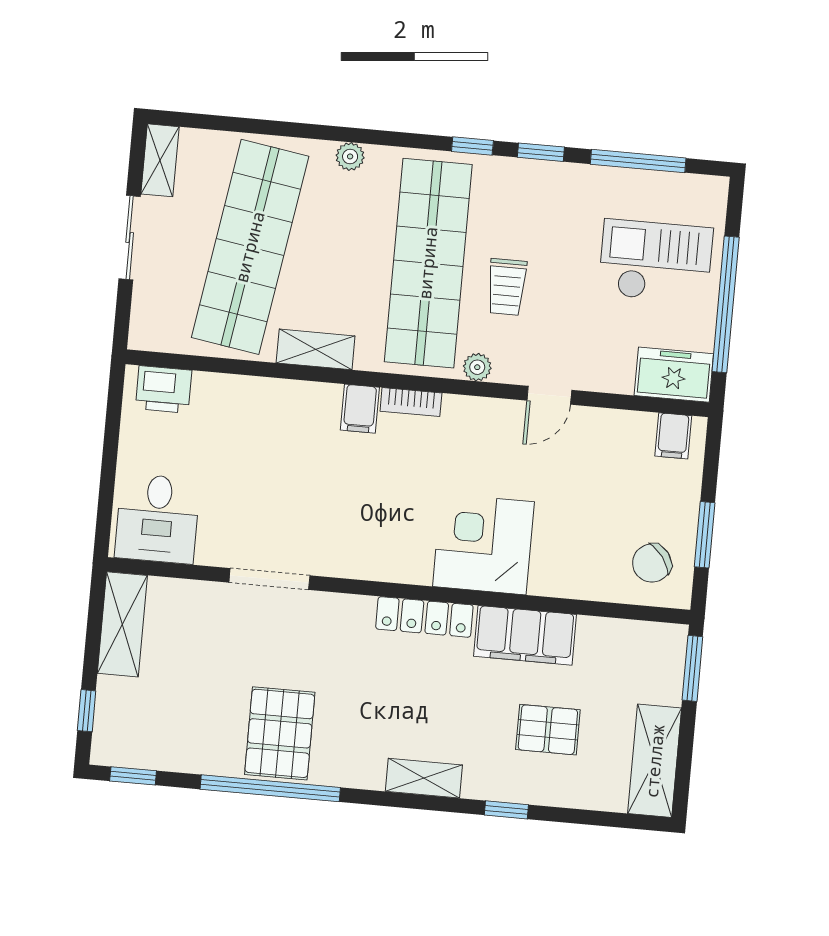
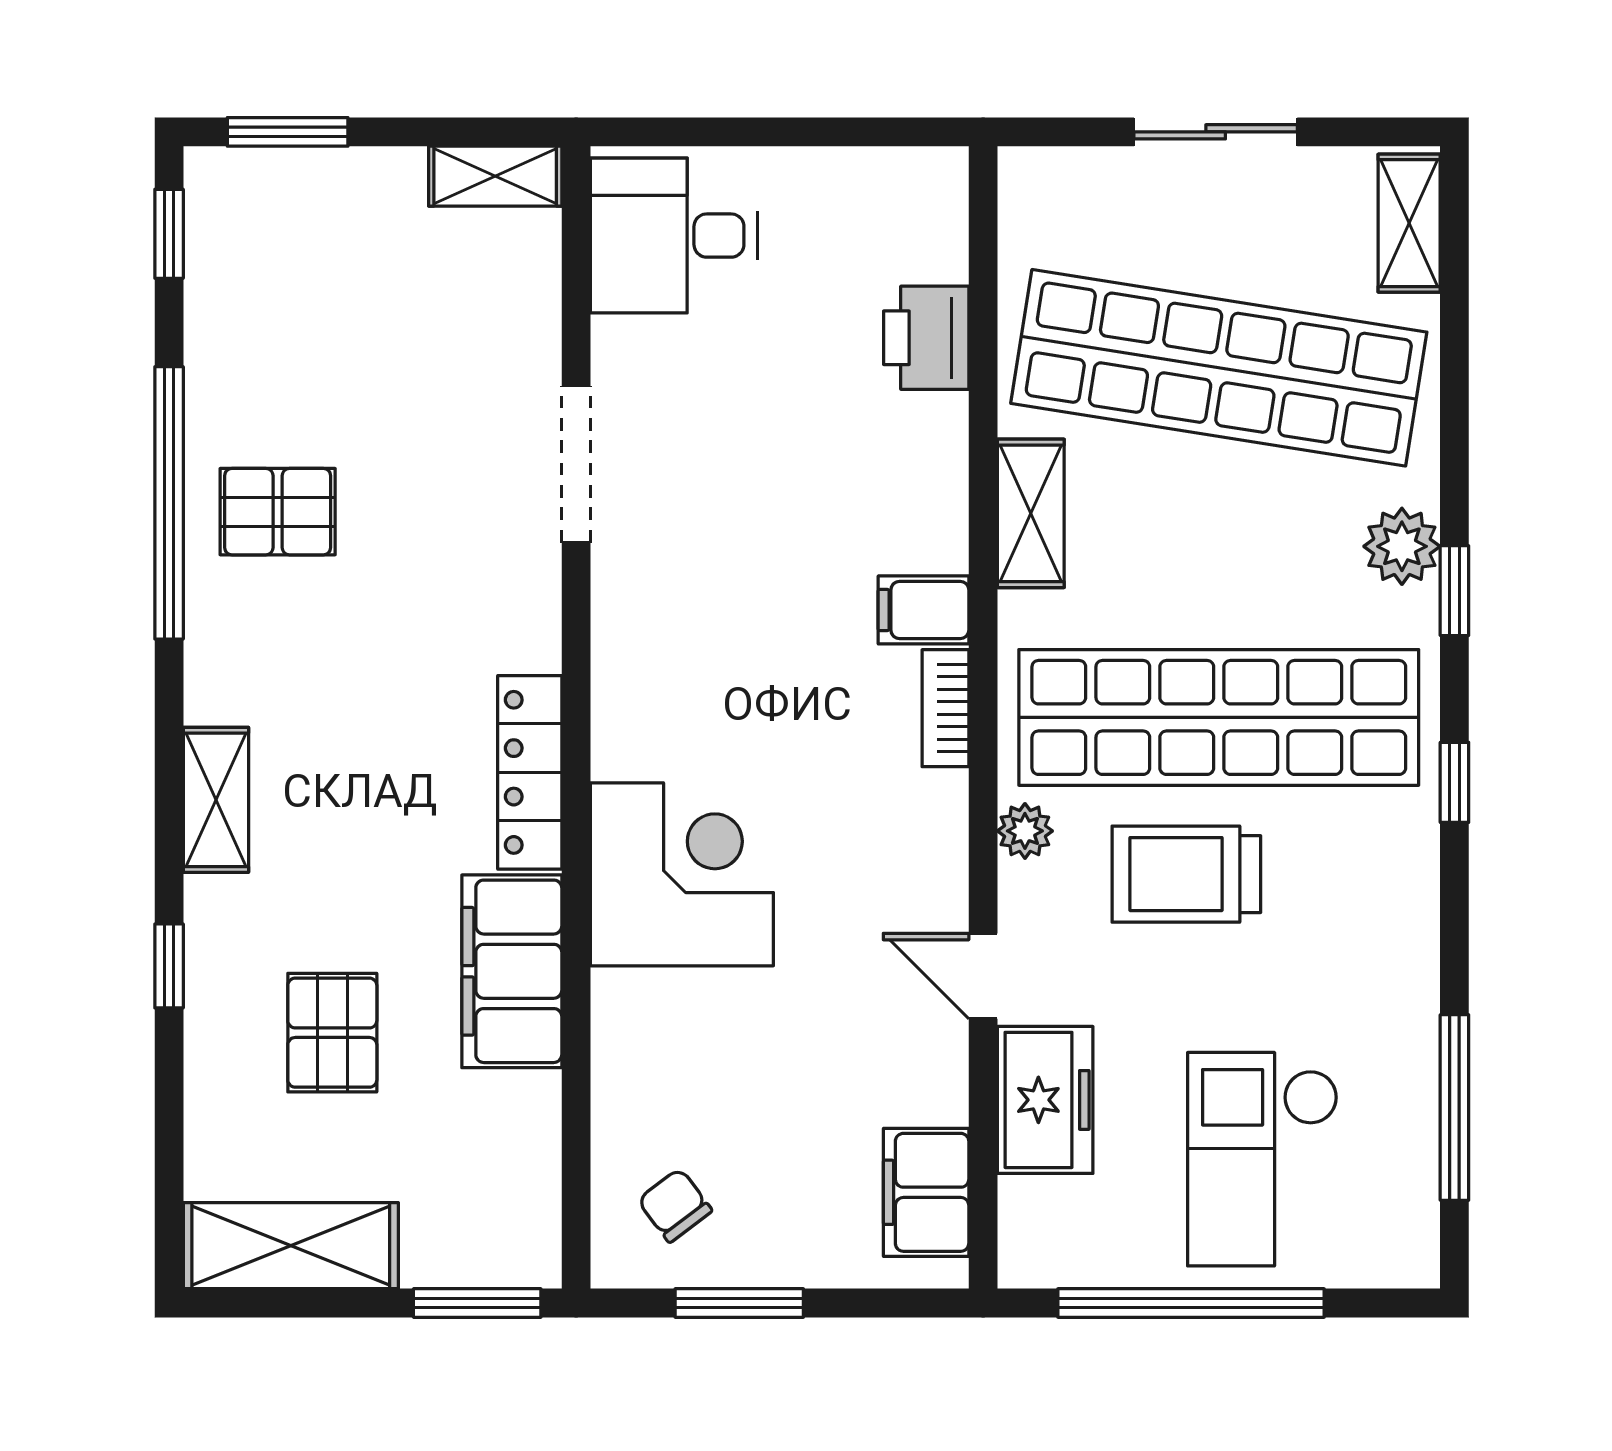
window: (541, 152) -> (1454, 591), moved
plant: (350, 156) -> (1402, 546), width x1.38, depth x1.38
shelving: (160, 160) -> (1409, 223), moved, turned 90
checkout: (656, 261) -> (1263, 1159), turned 180
trolley: (507, 287) -> (1186, 874), width x1.36, depth x1.39
freezer: (674, 375) -> (1045, 1100), moved
printer: (164, 389) -> (926, 338), moved
filing cabinet: (673, 436) -> (926, 1192), width x2.00
chair: (652, 563) -> (675, 1205), width x0.73, depth x0.73
shelving: (122, 624) -> (495, 176), width x0.67, depth x0.75
window: (87, 711) -> (288, 132), width x1.50
pallet: (280, 733) -> (278, 512), width x0.67, depth x0.71

